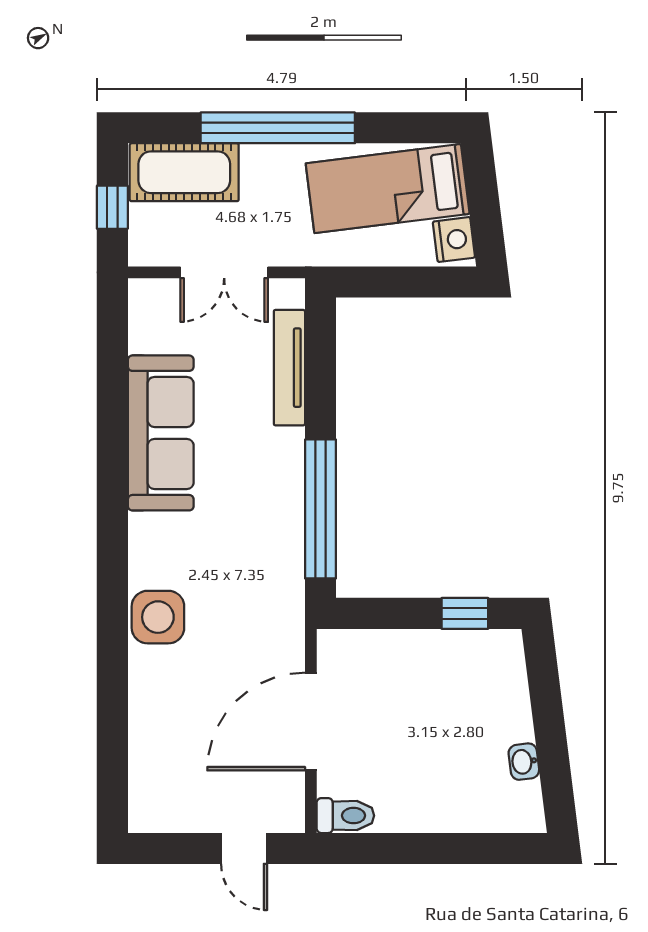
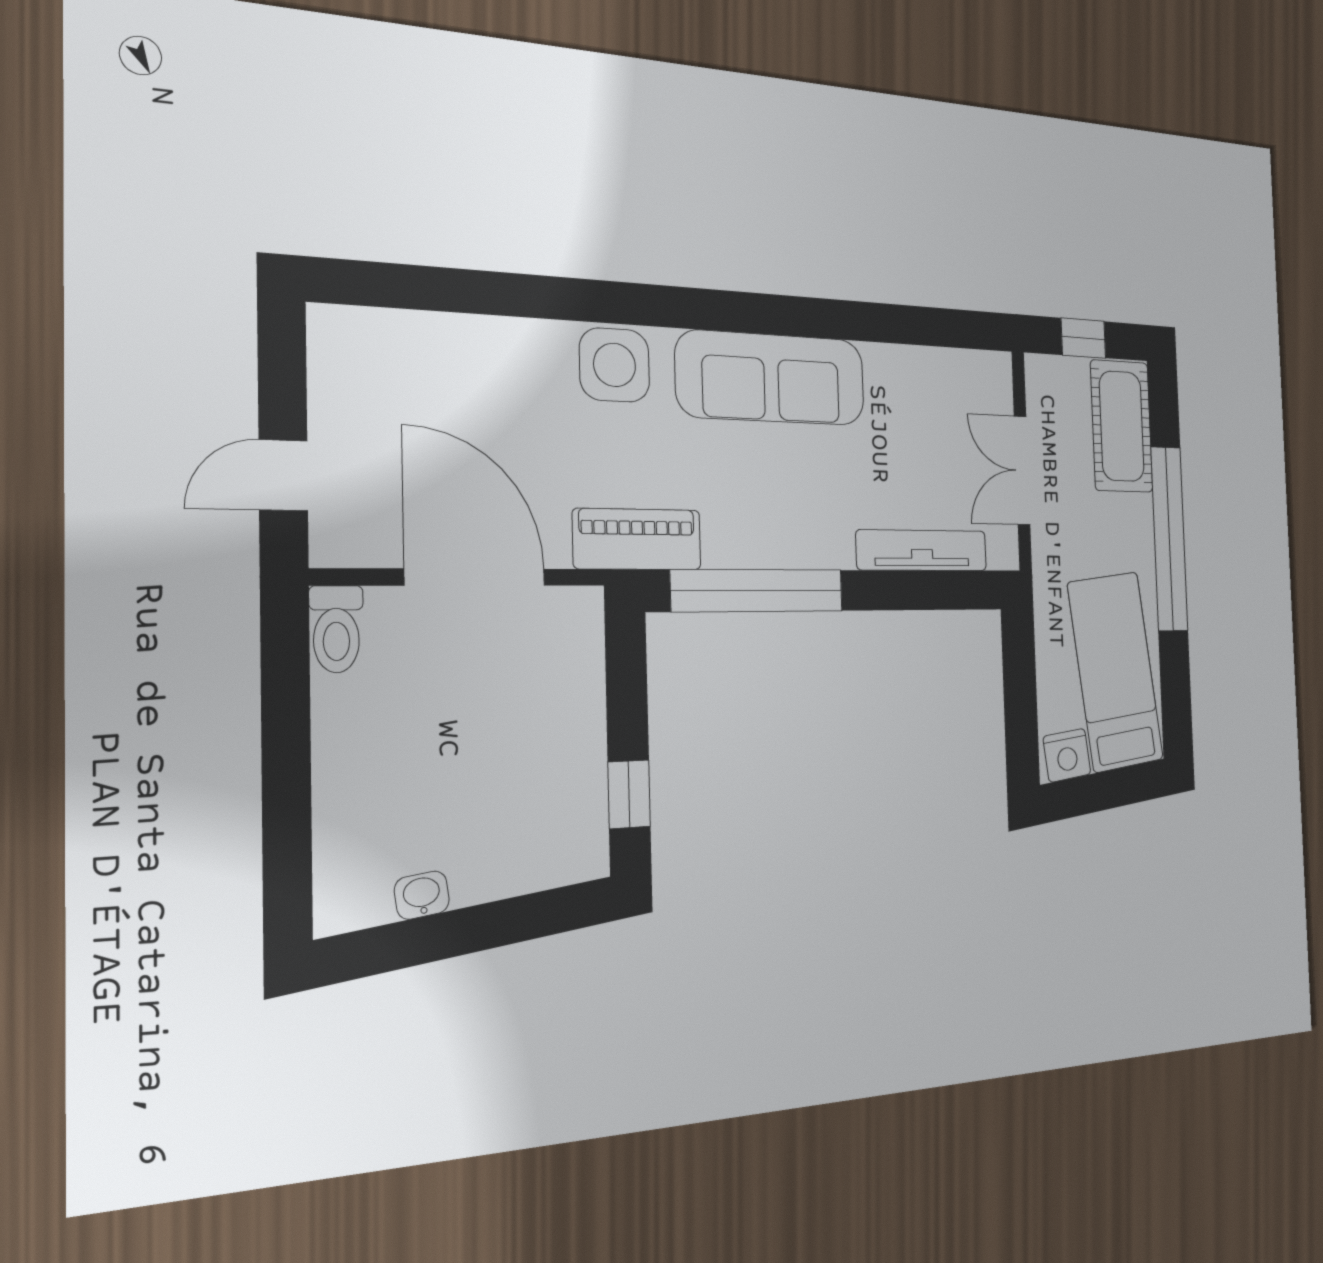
sofa: (161, 433) -> (771, 378), moved
piano: (283, 603) -> (637, 539), added

